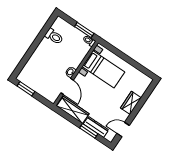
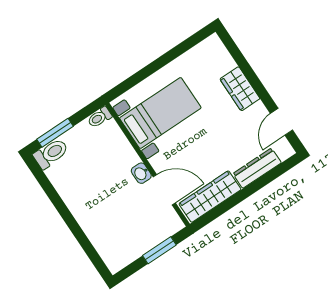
window: (84, 30) -> (55, 133), moved
toilet: (54, 36) -> (51, 153), moved
window: (26, 89) -> (159, 250), moved
window: (89, 131) -> (259, 184), removed

